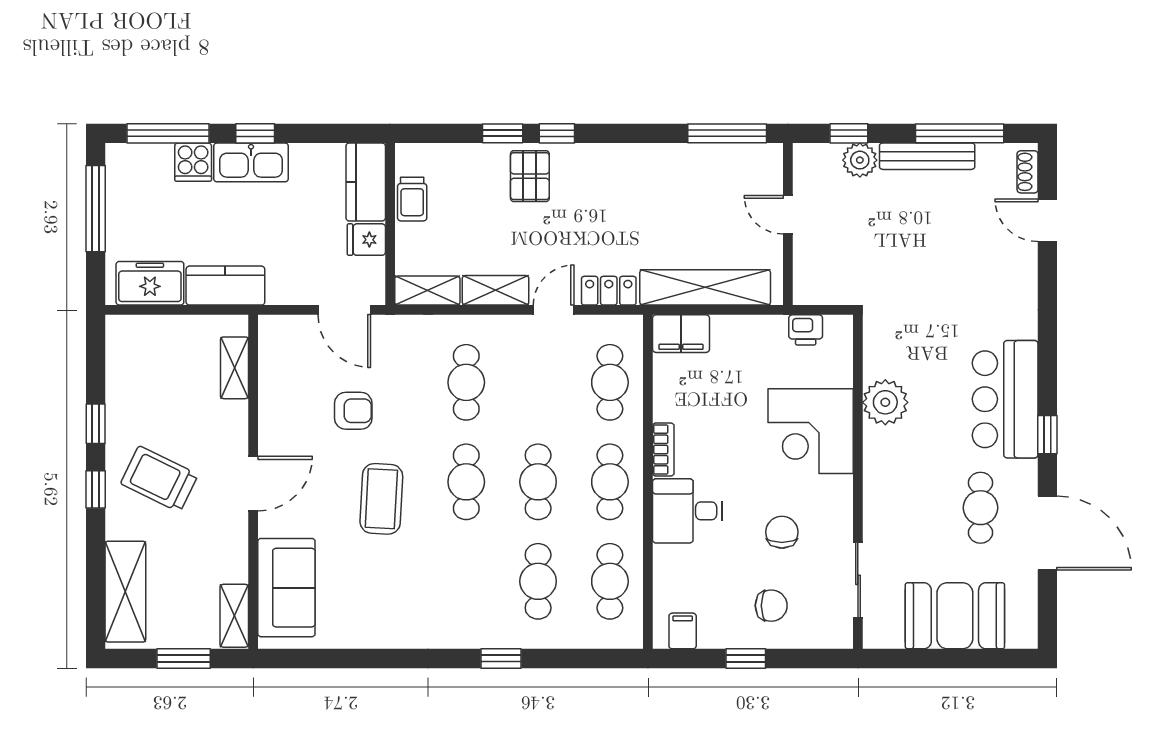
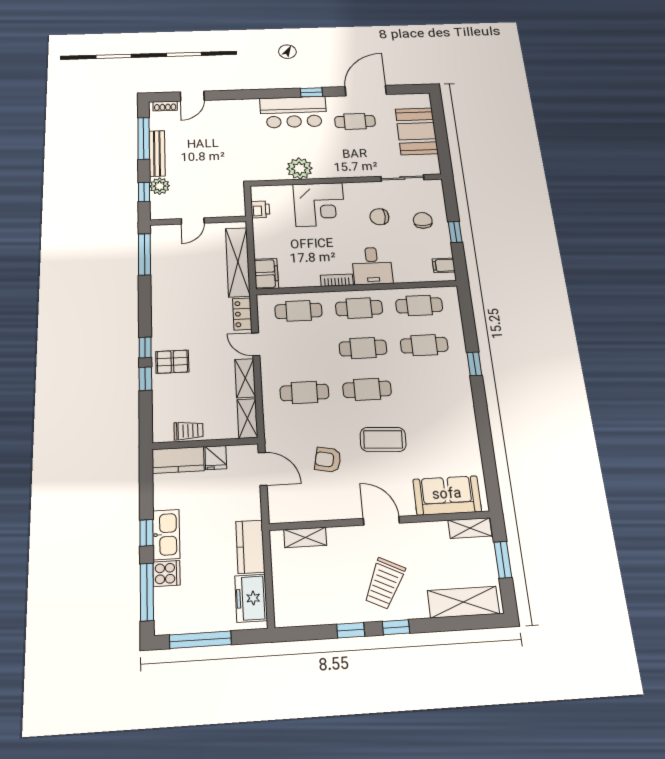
door: (344, 310) -> (263, 469), hinge flipped
armchair: (353, 411) -> (328, 460), turned -79

